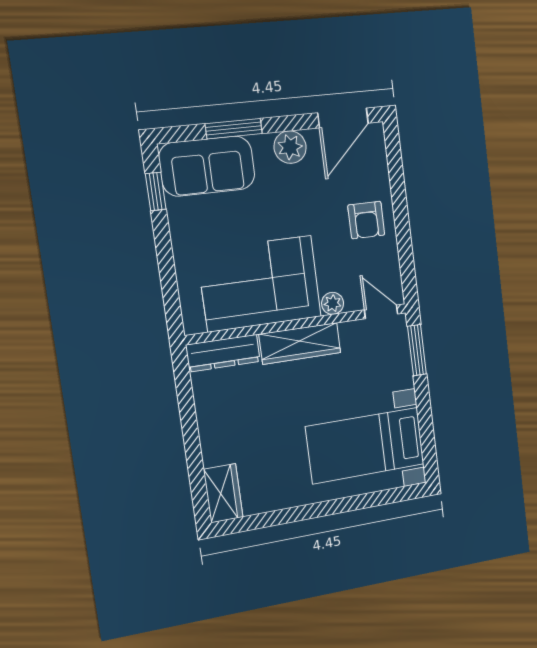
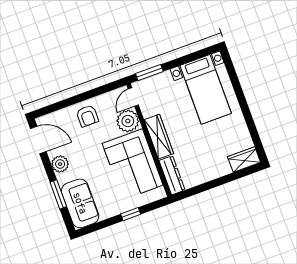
window: (156, 192) -> (131, 214), moved
armchair: (366, 220) -> (87, 116), turned 90
plant: (333, 303) -> (128, 121), width x1.88, depth x1.88

